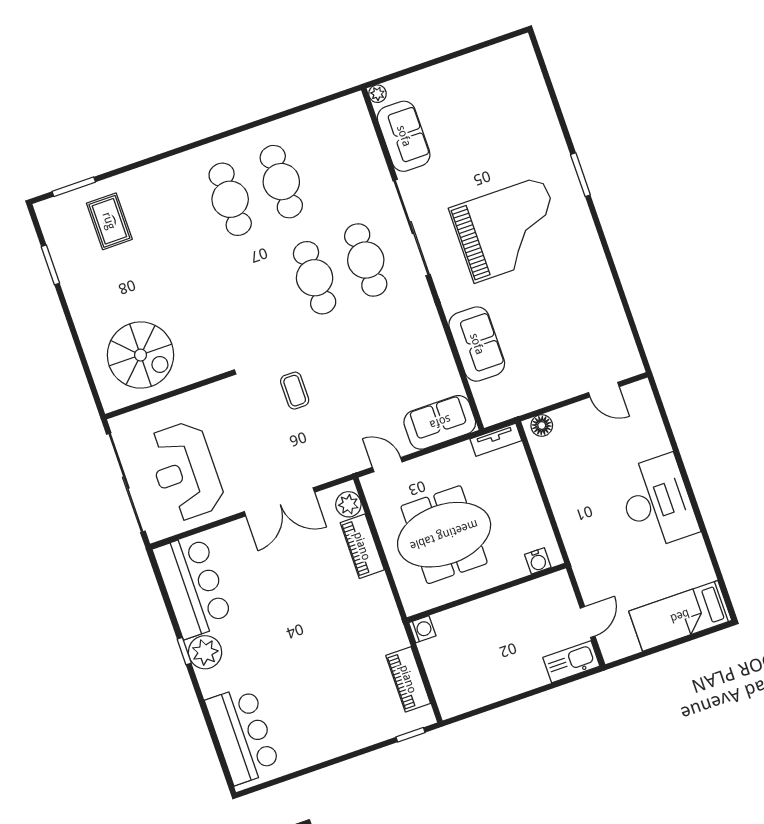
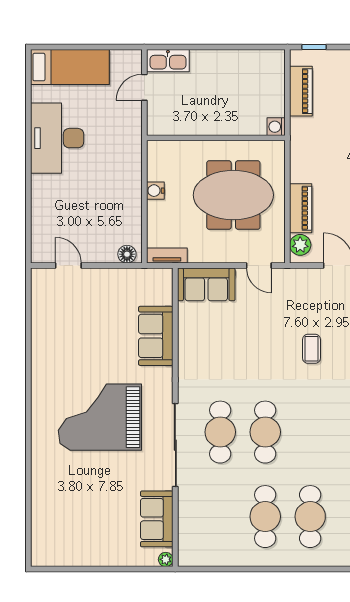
window: (580, 175) -> (28, 441), removed
desk: (657, 502) -> (57, 138), moved
water cooler: (538, 561) -> (155, 191), moved, turned -90

